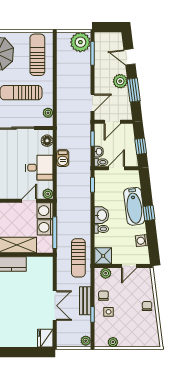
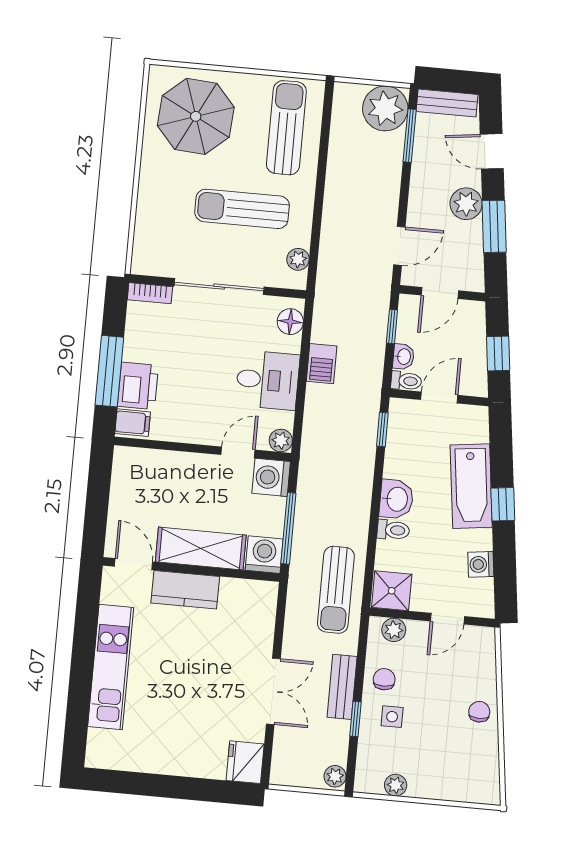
bench: (108, 37) -> (447, 103), added
washing machine: (45, 227) -> (264, 555), moved, turned 90

